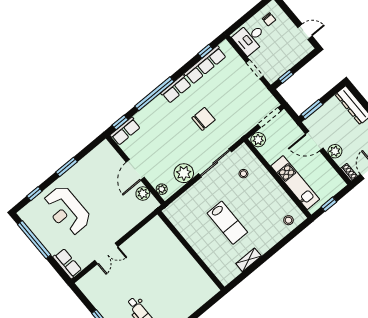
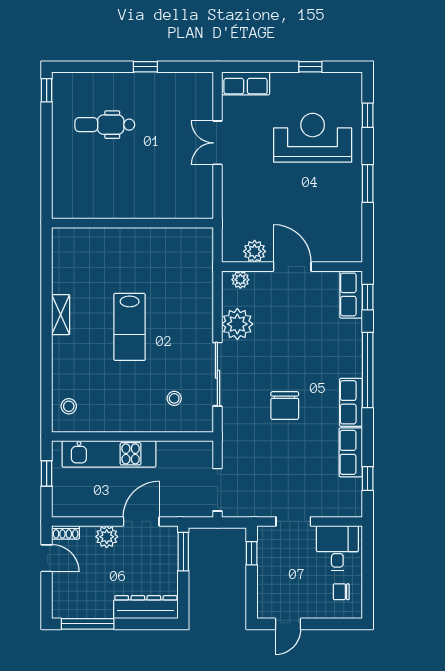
row of seats: (205, 65) -> (351, 452), width x0.68
plant: (258, 140) -> (202, 452), removed
lab bench: (227, 223) -> (130, 327), turned -90
window: (34, 240) -> (310, 67), width x0.32
wall: (191, 251) -> (133, 223), moved

